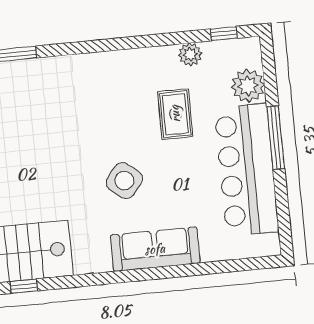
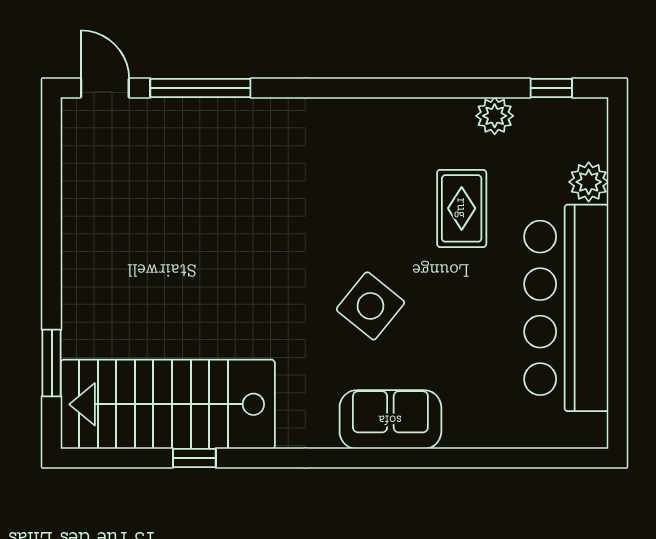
plant: (248, 86) -> (589, 182), width x0.73, depth x0.73
window: (276, 138) -> (617, 261), removed
sofa: (155, 249) -> (390, 420), width x0.73

